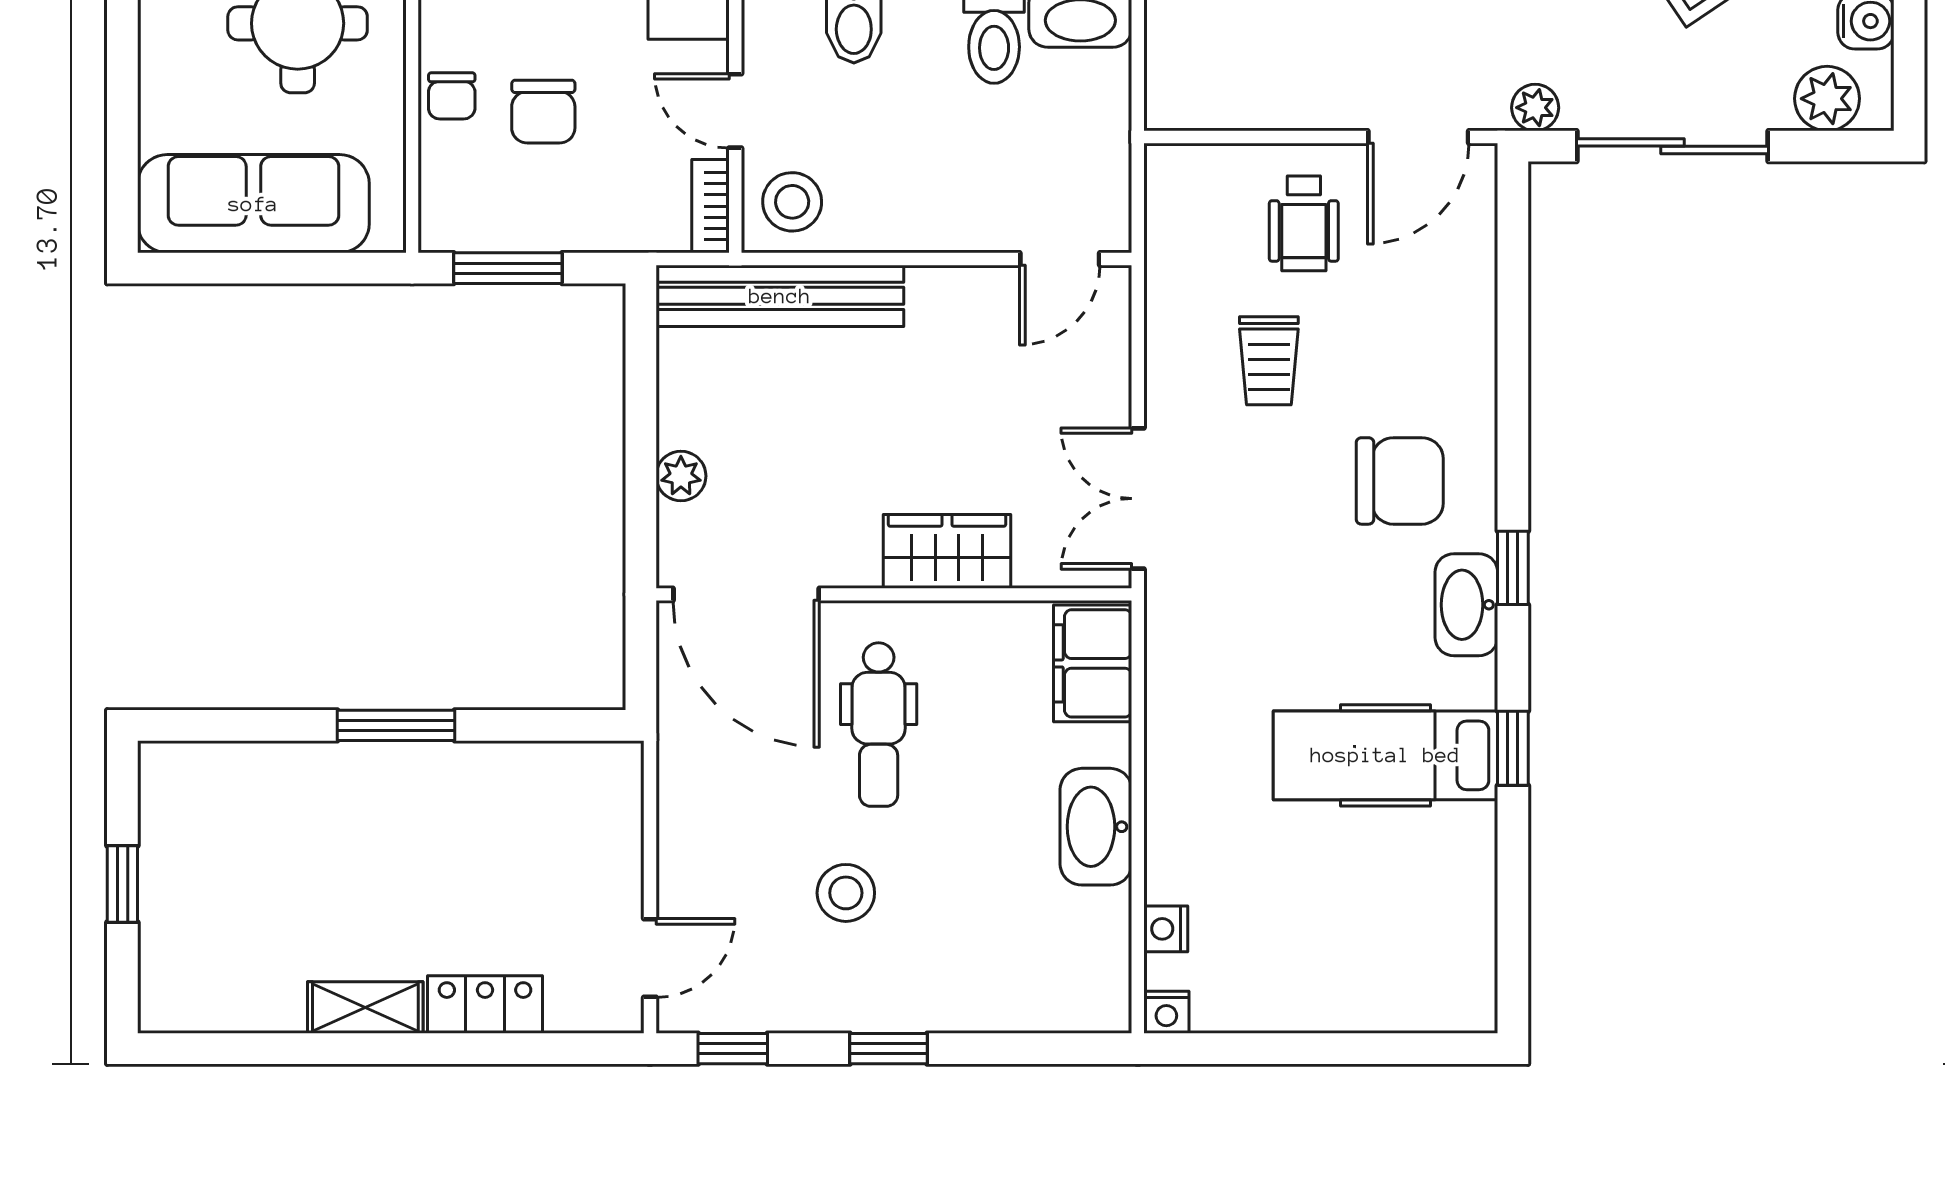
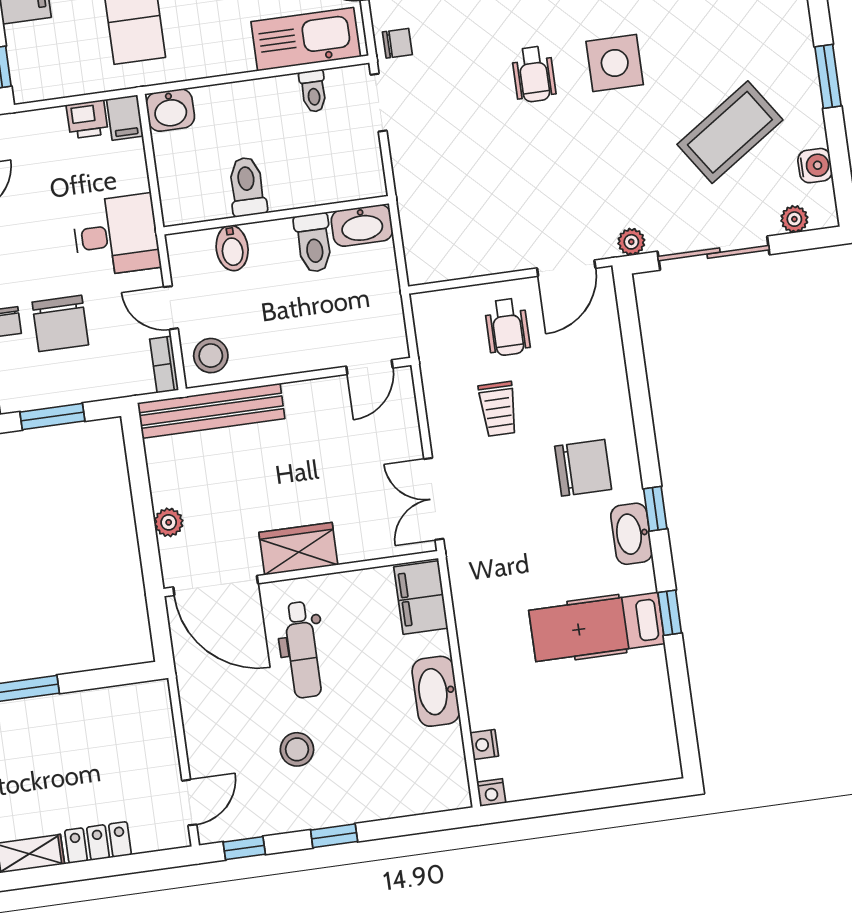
plant: (1827, 99) -> (794, 219), width x0.73, depth x0.73
chair: (543, 112) -> (60, 323), width x1.37, depth x1.37
wardrobe: (947, 551) -> (298, 549), moved

